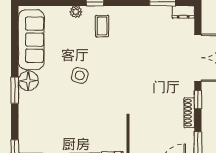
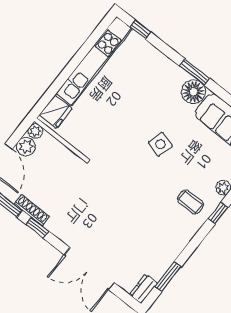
window: (198, 100) -> (37, 228), moved
shoe rack: (189, 113) -> (32, 210), moved

